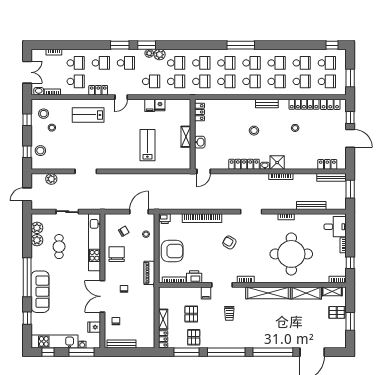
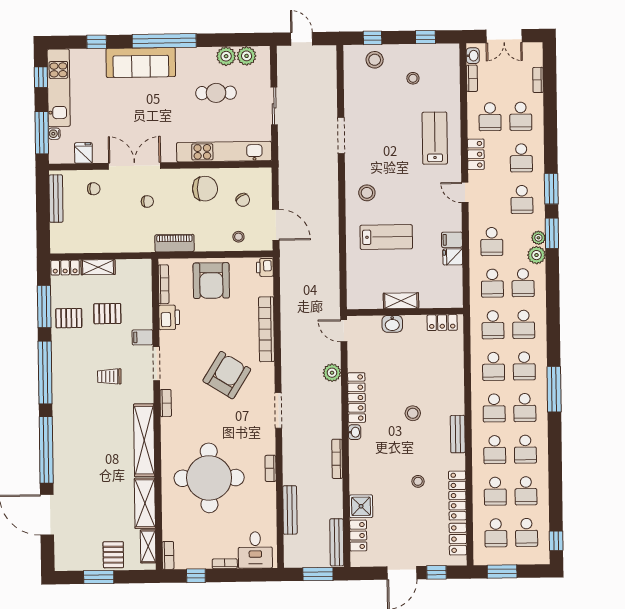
stool: (44, 114) -> (367, 193), moved
shower: (277, 163) -> (361, 506), moved
plant: (51, 179) -> (332, 373), moved
armchair: (229, 242) -> (227, 375), width x1.88, depth x1.88

